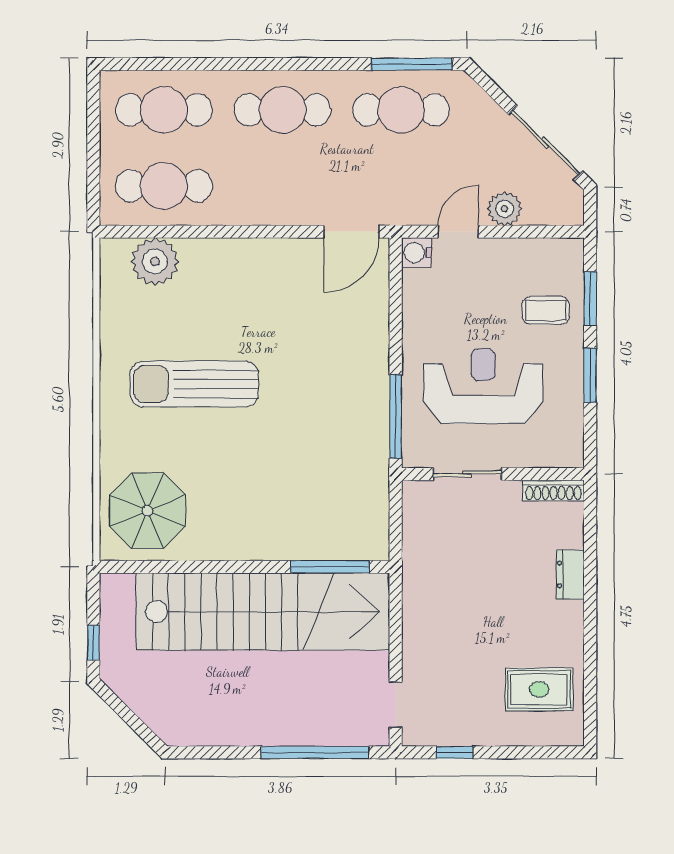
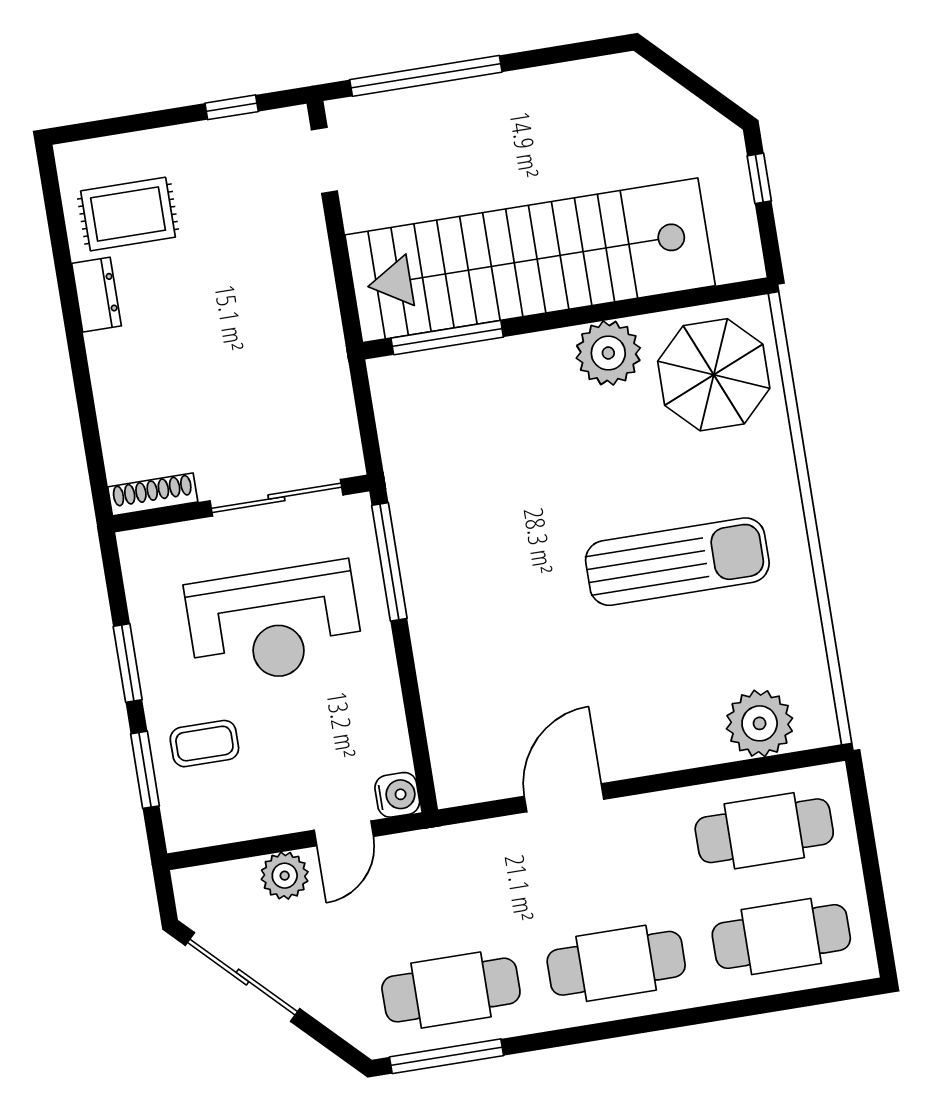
door: (351, 232) -> (564, 798), moved
sliding door: (467, 474) -> (276, 498), width x1.37
plant: (219, 538) -> (608, 353), added
dresser: (570, 574) -> (96, 295), moved

